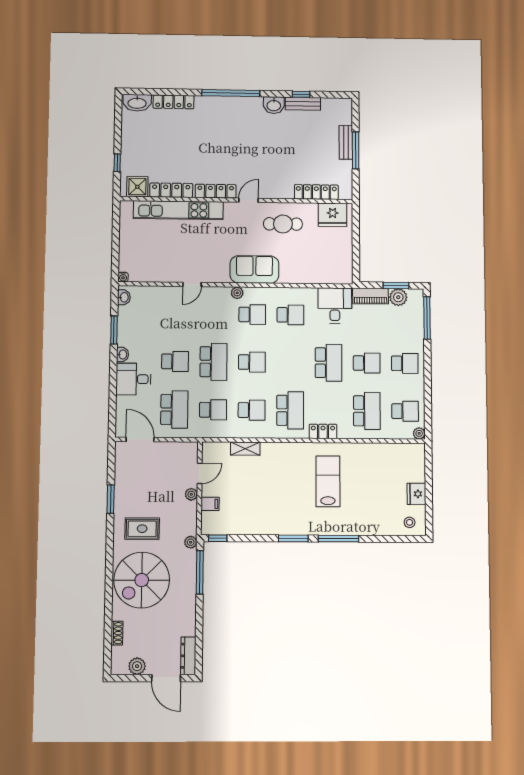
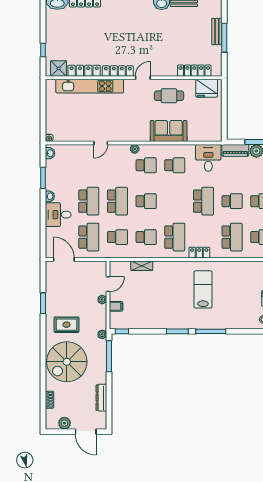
sofa: (254, 269) -> (169, 131), moved
school desk: (175, 361) -> (89, 201), width x1.85
dresser: (188, 656) -> (101, 398), moved

